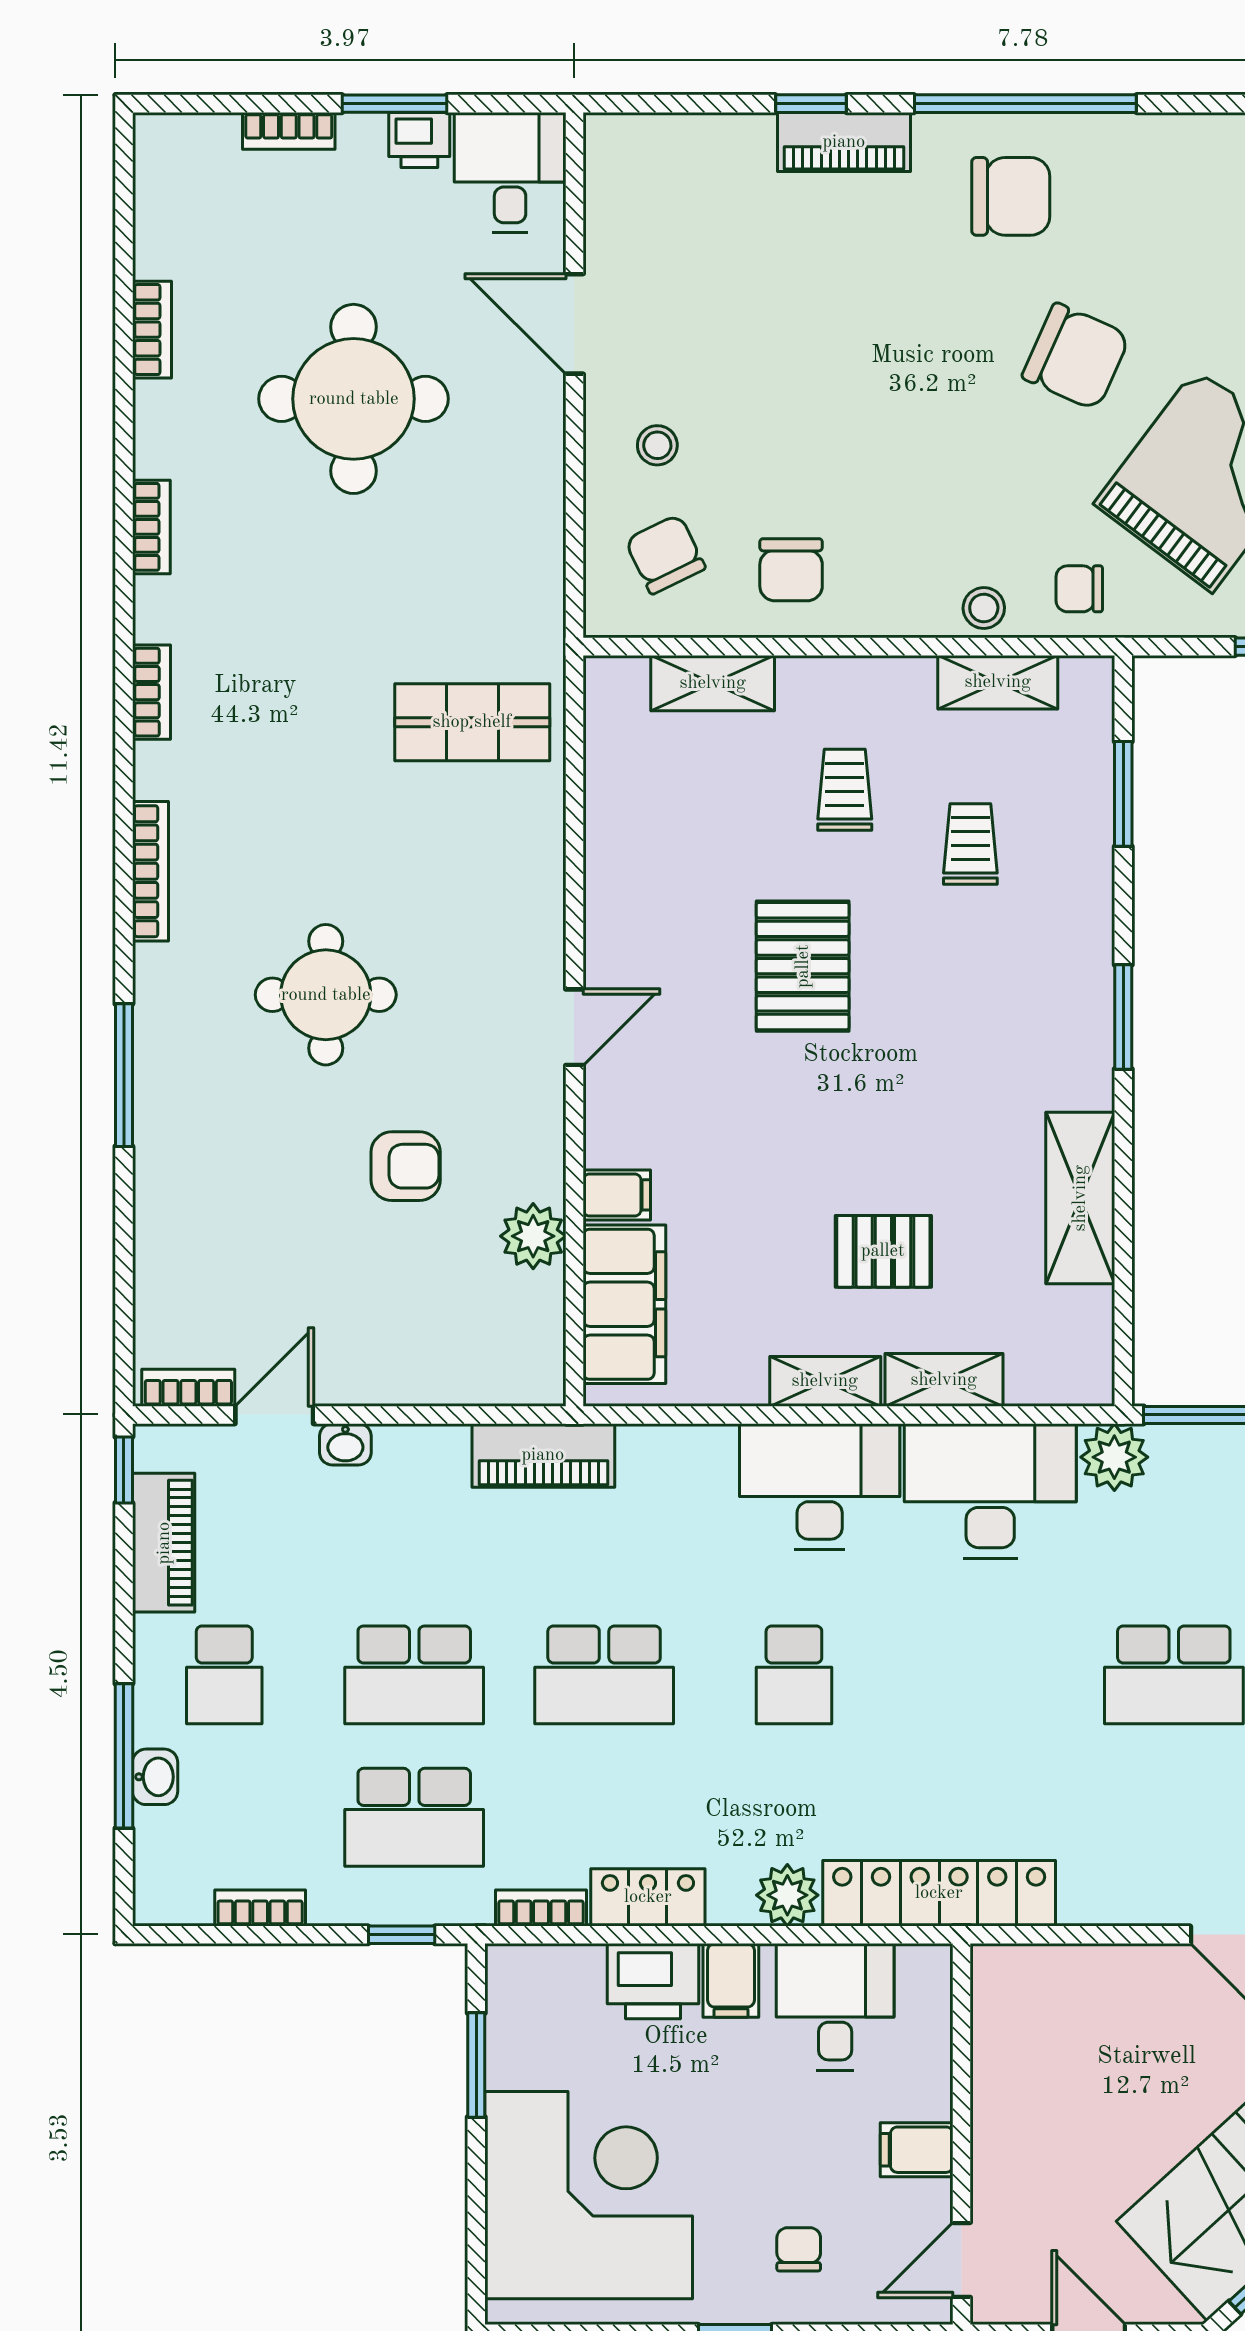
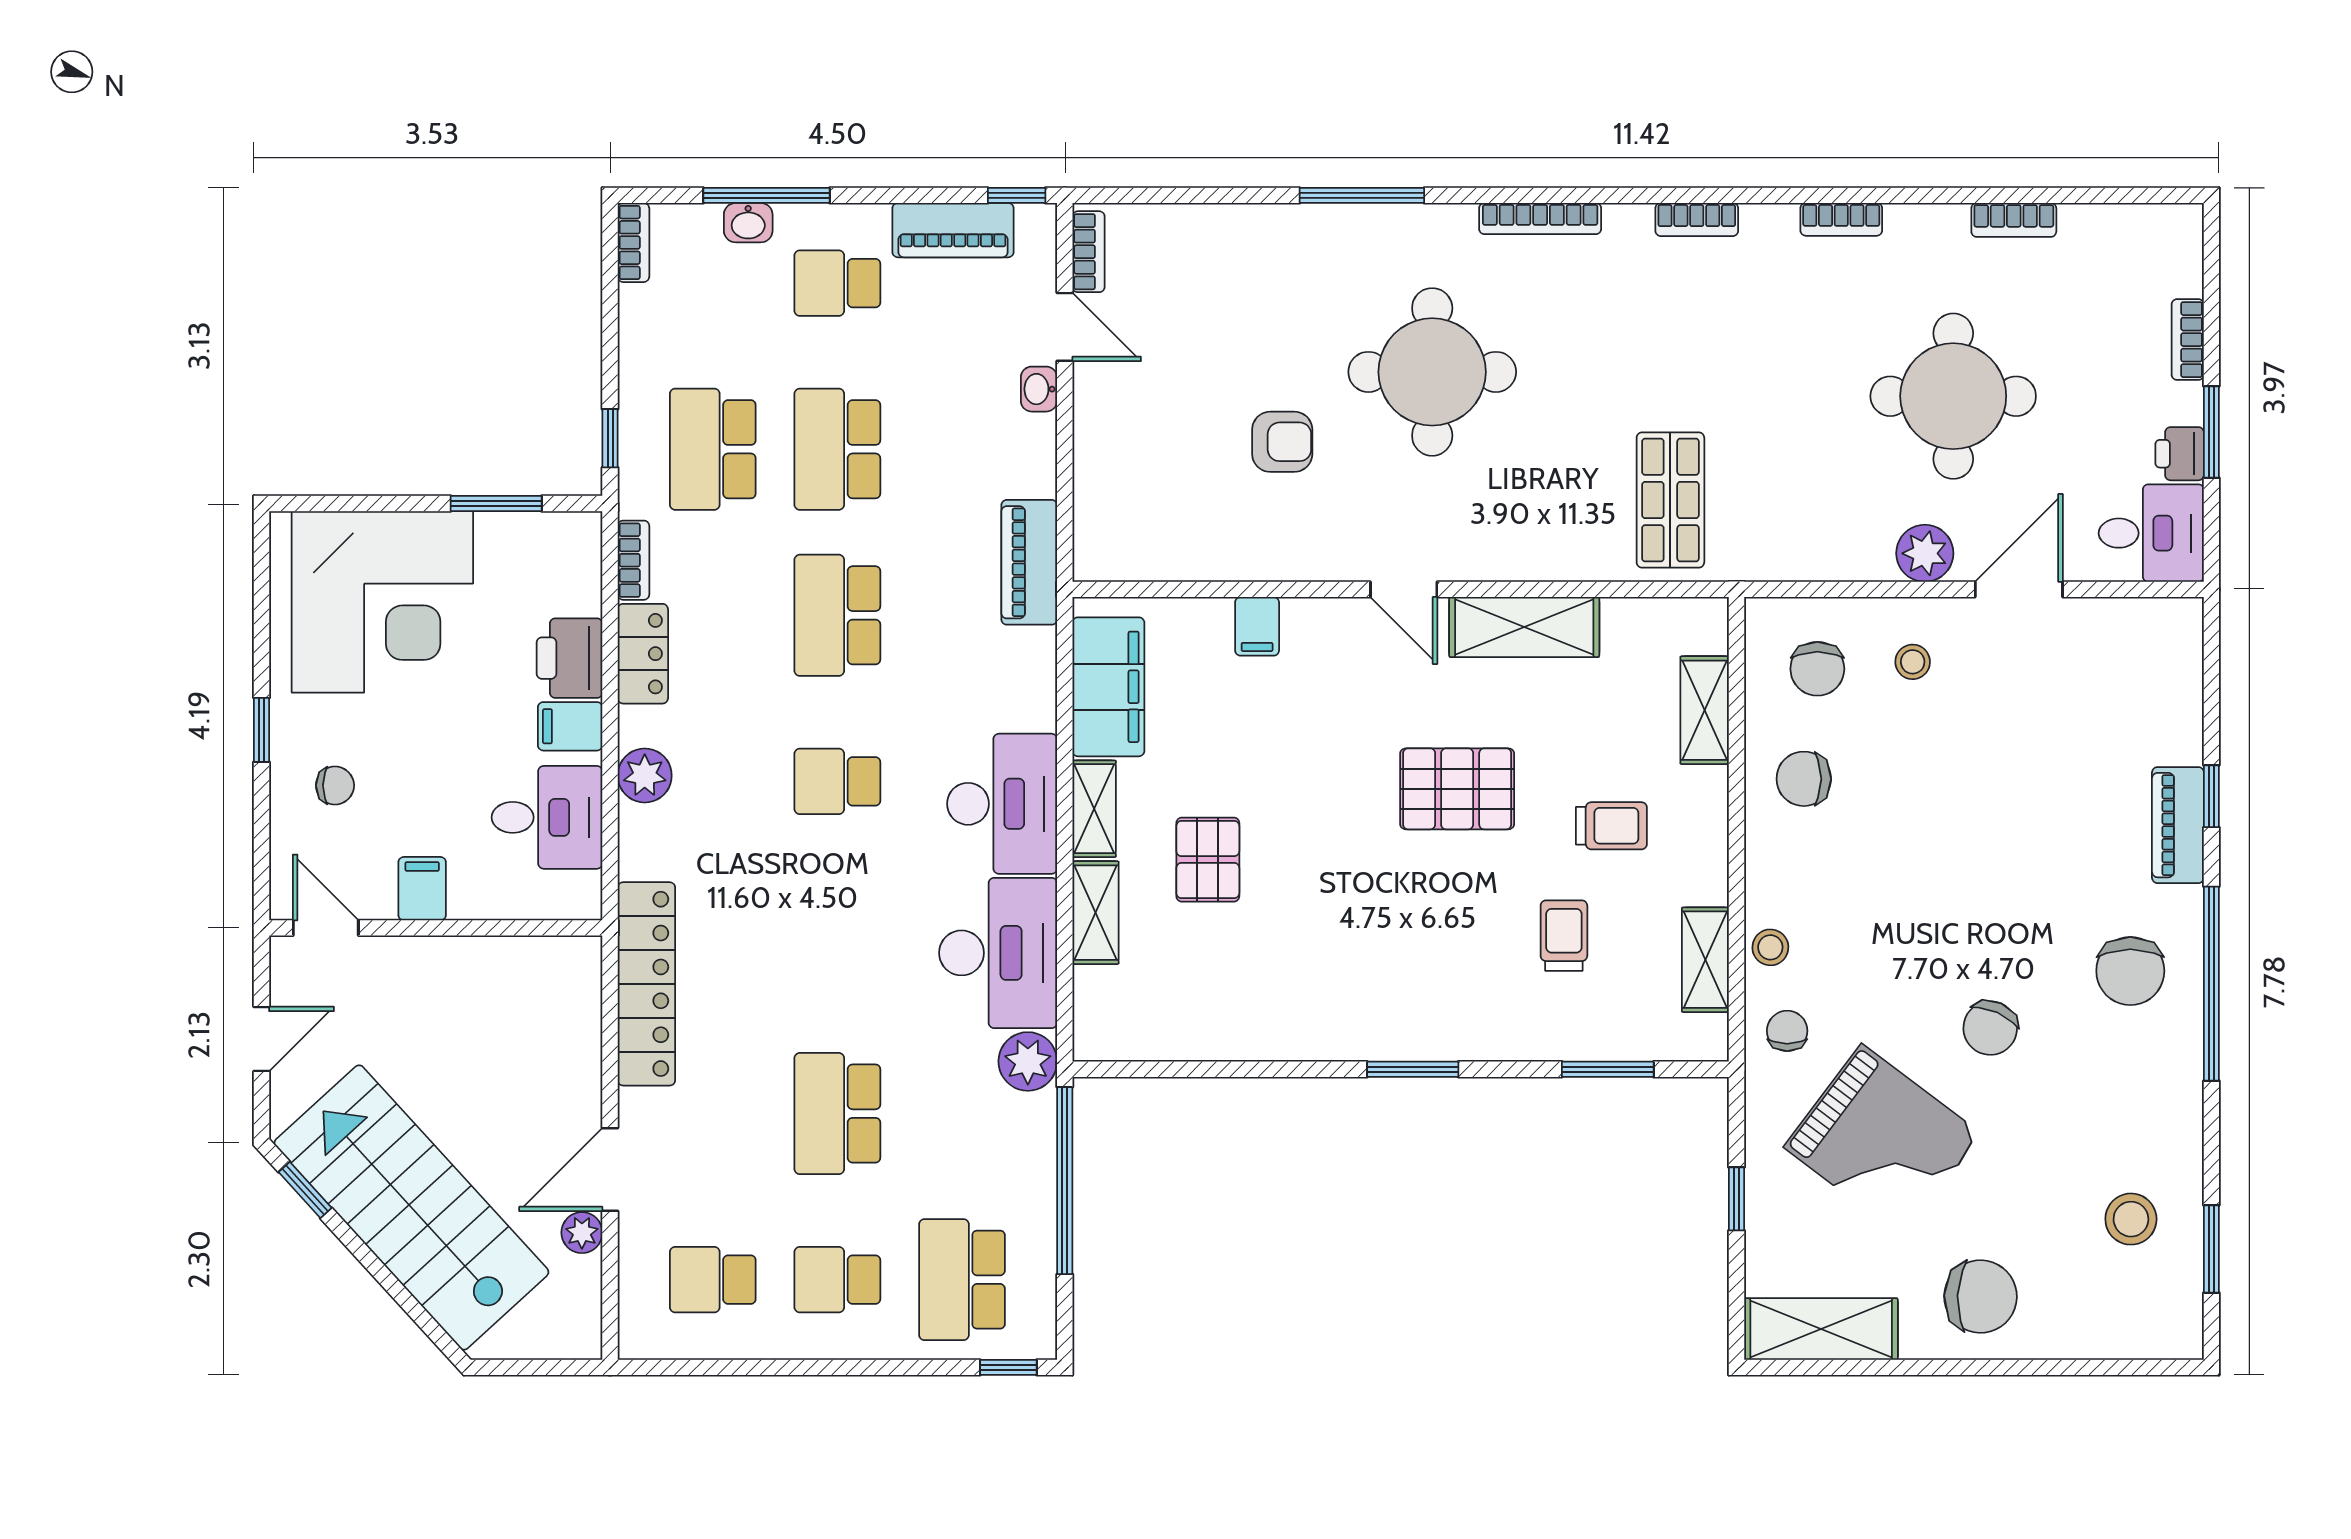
chair: (1076, 357) -> (1990, 1028), width x0.73, depth x0.73
chair: (665, 554) -> (1817, 669), turned 116
trolley: (970, 844) -> (1564, 936), turned -90
round table: (326, 995) -> (1432, 372), width x1.36, depth x1.36
armchair: (406, 1166) -> (1282, 442), turned -90
shelving: (1080, 1198) -> (1524, 627), moved
plant: (533, 1236) -> (1925, 553), moved
filing cabinet: (624, 1304) -> (1108, 687), moved, turned -90
locker: (939, 1893) -> (646, 984), moved
bookcase: (260, 1908) -> (633, 243), moved

